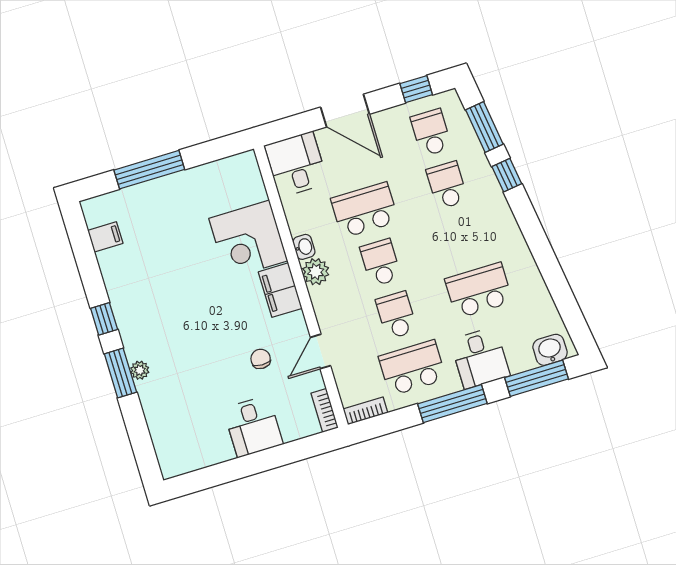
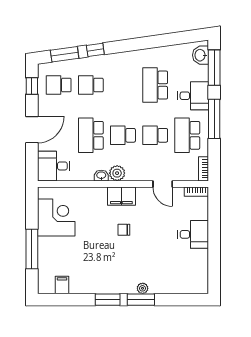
corner desk: (248, 240) -> (56, 218), moved, turned -90
window: (104, 319) -> (108, 300), width x1.50
chair: (261, 359) -> (124, 230), moved

